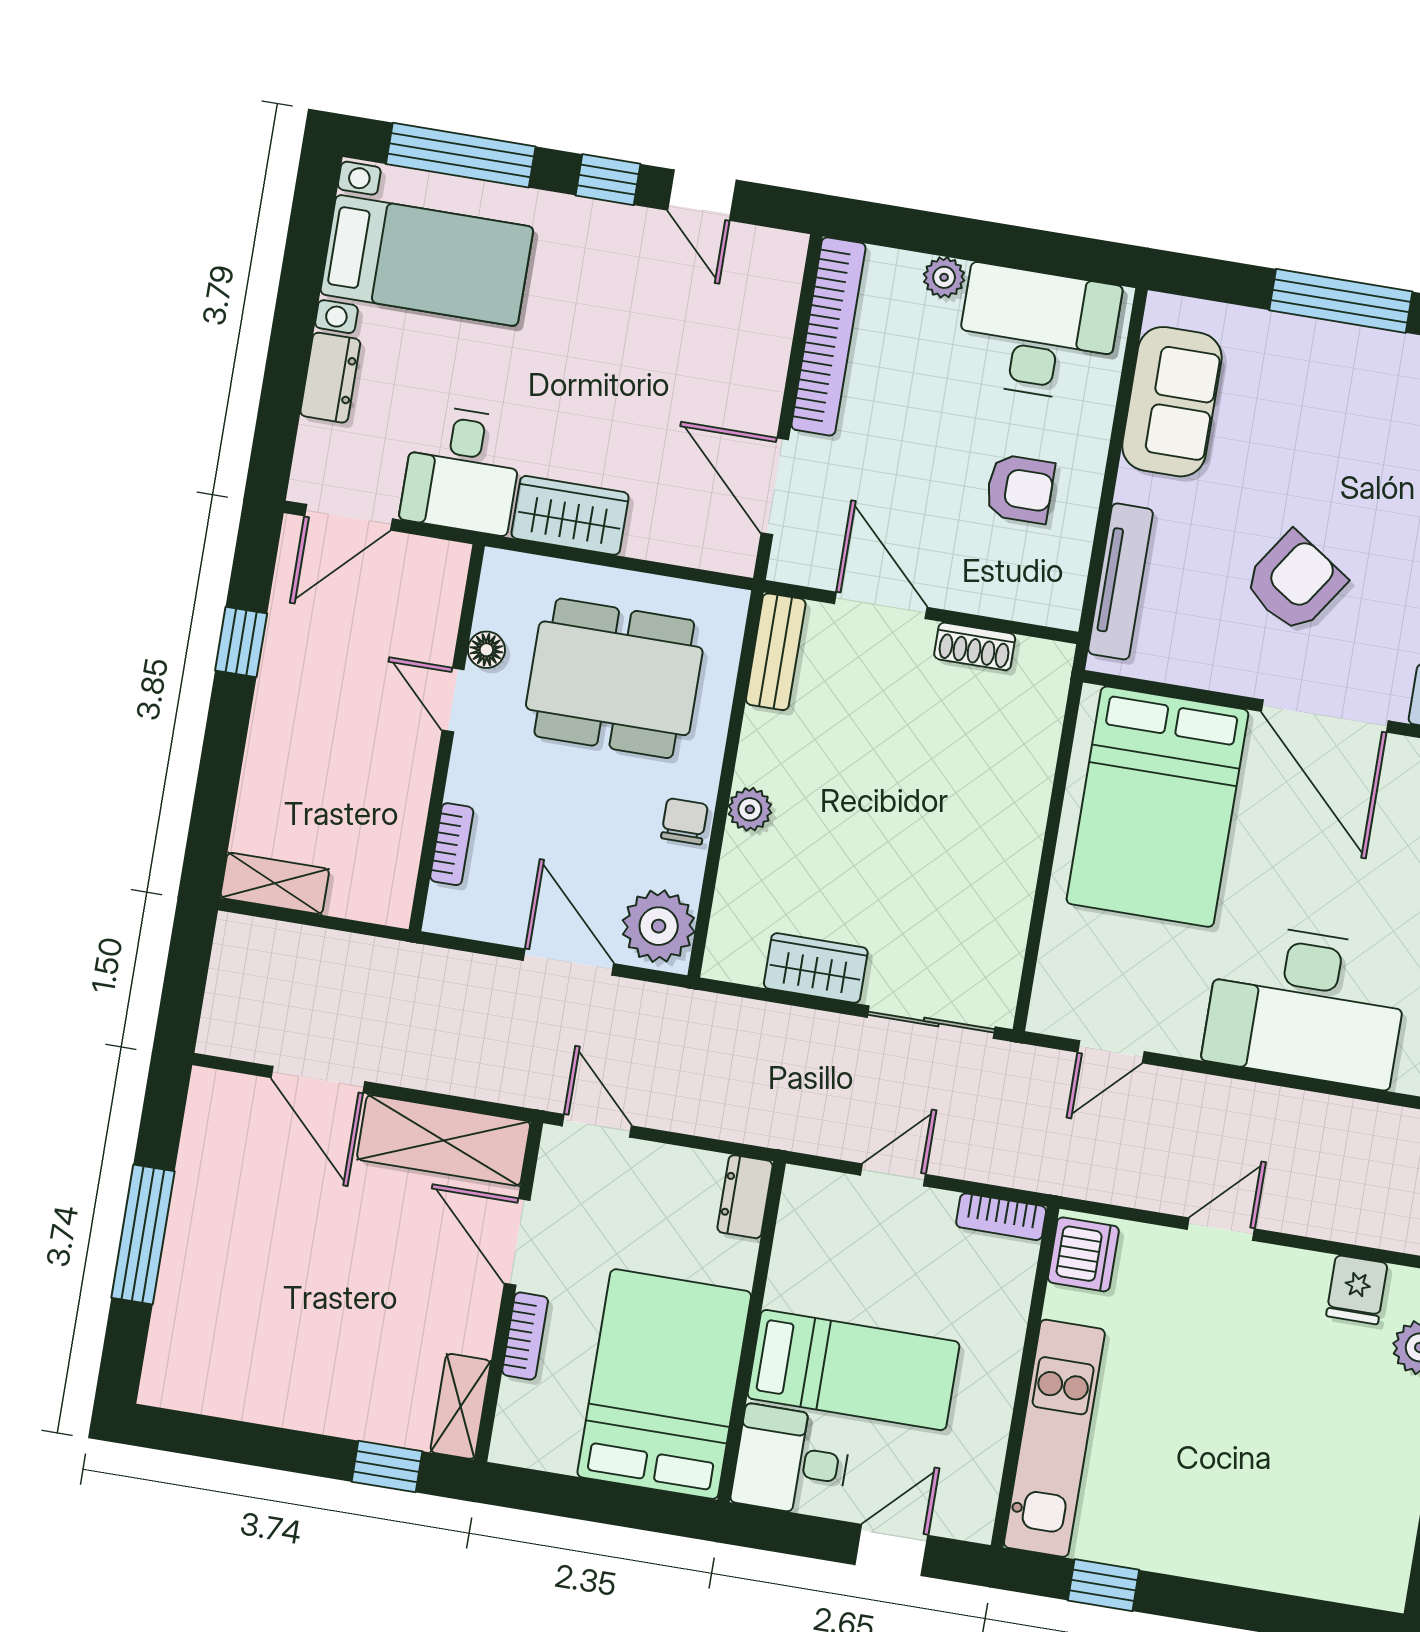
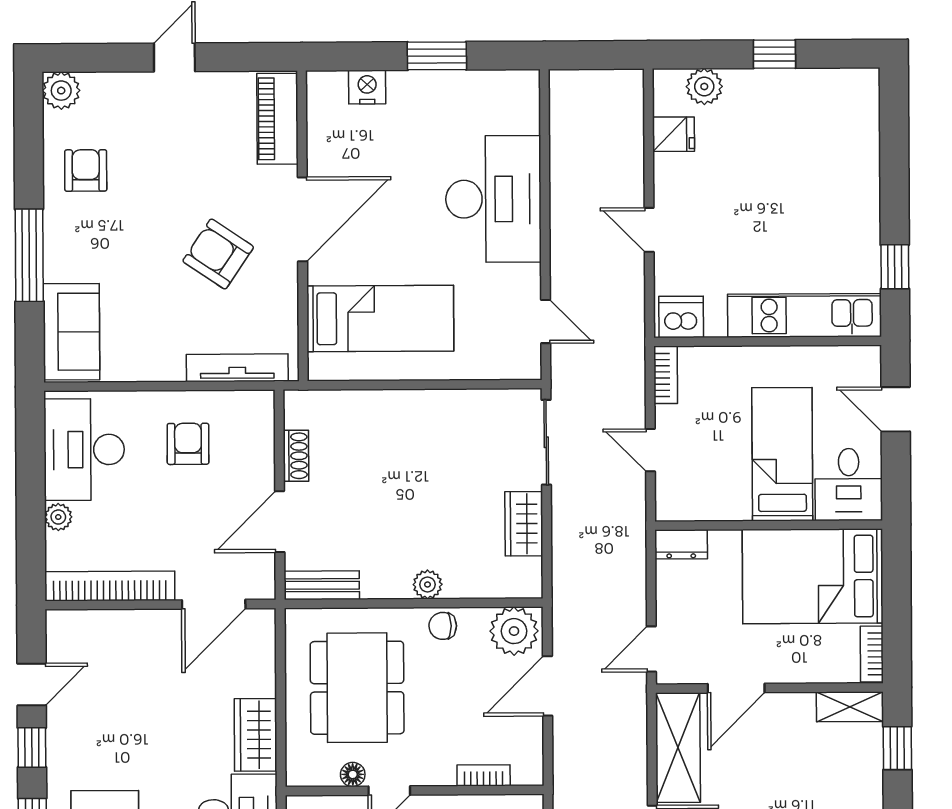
sofa: (1172, 402) -> (72, 332), moved, turned 90
bed: (1157, 807) -> (380, 318), width x0.67
bookcase: (525, 1336) -> (872, 654), moved, turned -90

